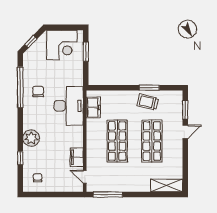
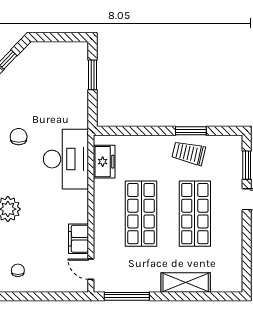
corner desk: (62, 45) -> (55, 65), removed
shelving: (167, 185) -> (186, 282), moved

